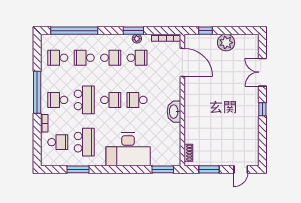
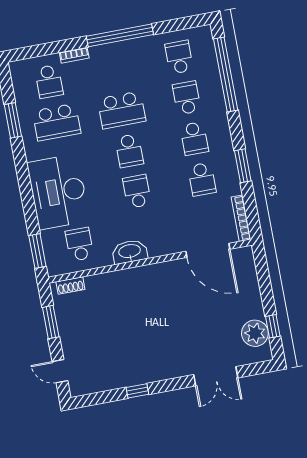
window: (205, 31) -> (273, 326), moved
plant: (137, 39) -> (231, 173), removed
plant: (226, 43) -> (255, 333), moved
door: (182, 62) -> (208, 250), hinge flipped
double door: (262, 72) -> (216, 376), swing flipped
school desk: (58, 100) -> (79, 244), moved
window: (262, 109) -> (137, 391), moved

